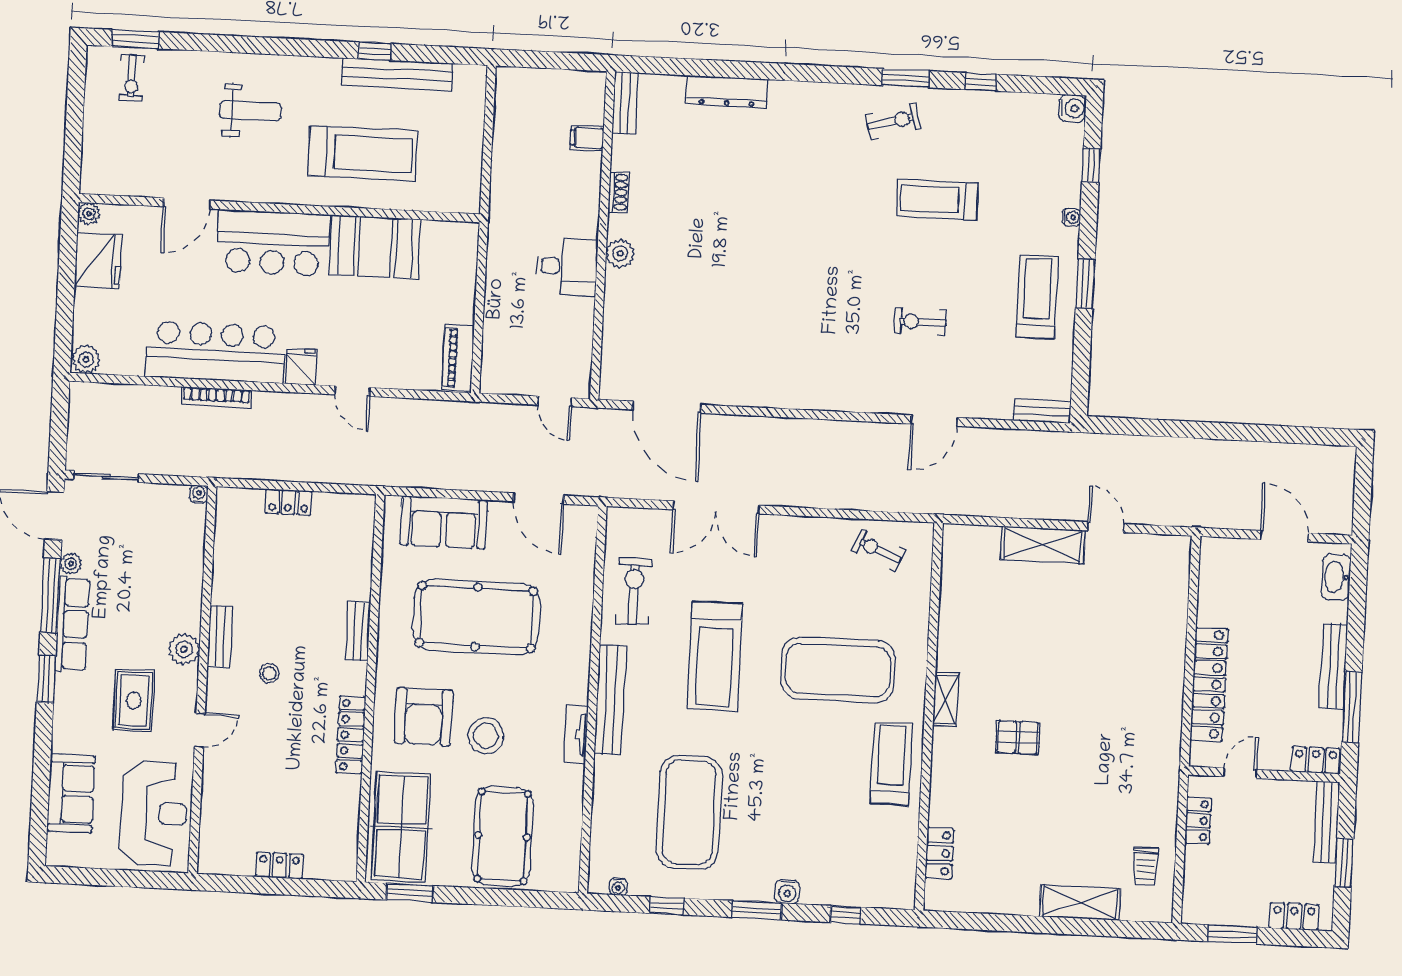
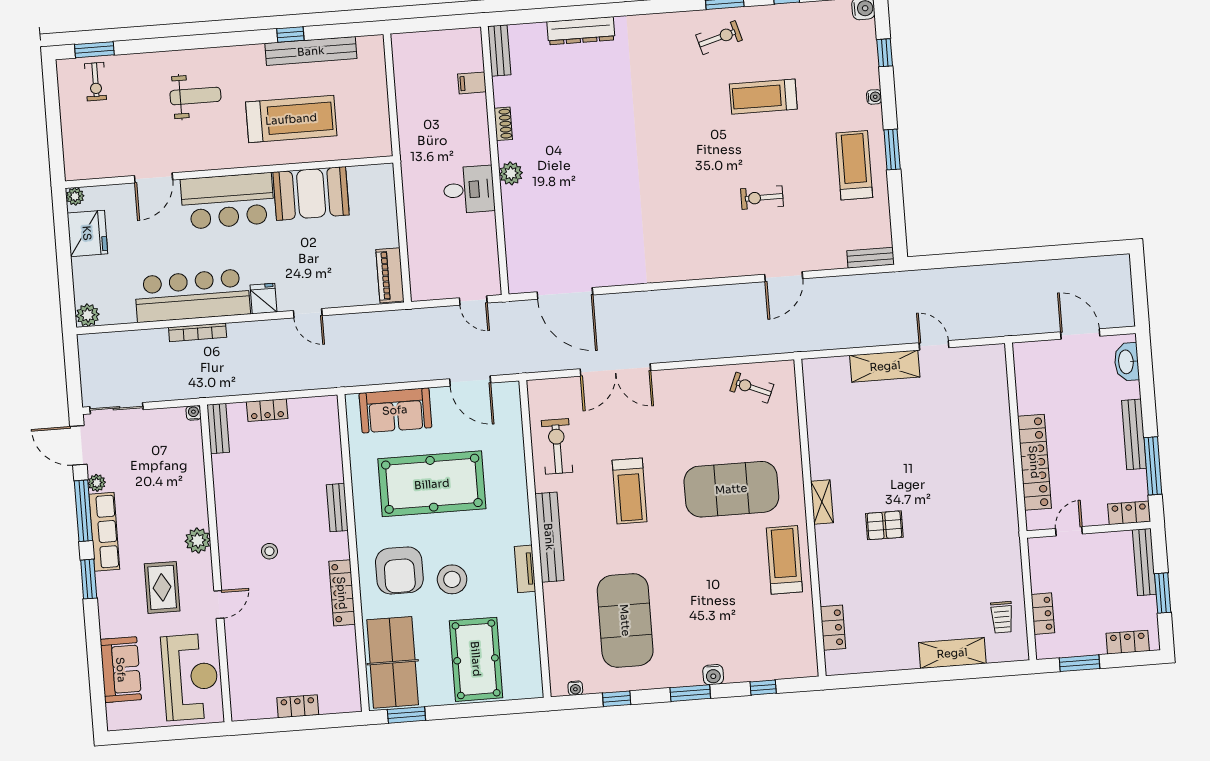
bench: (220, 637) -> (218, 428), moved
treadmill: (715, 656) -> (630, 491), width x0.73, depth x0.73
locker: (1198, 820) -> (1043, 614), moved

